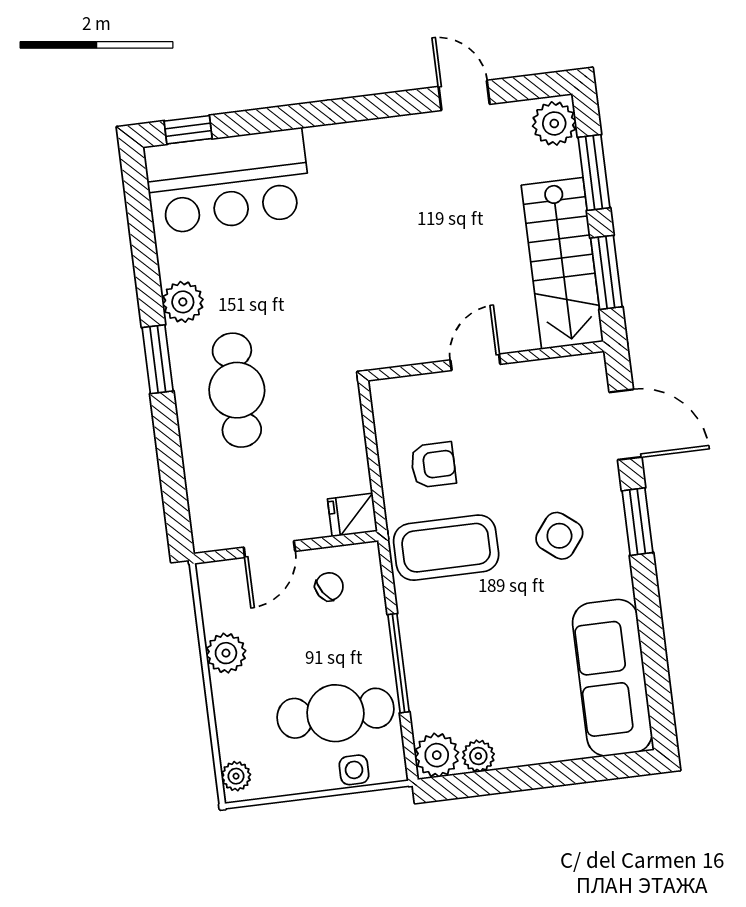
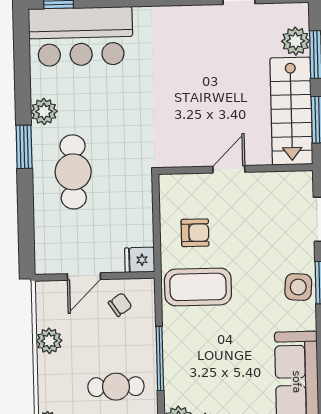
plant: (554, 123) -> (296, 41), moved
side table: (559, 536) -> (298, 287), moved, turned -34
cafe table: (335, 713) -> (116, 387), width x0.73, depth x0.74

